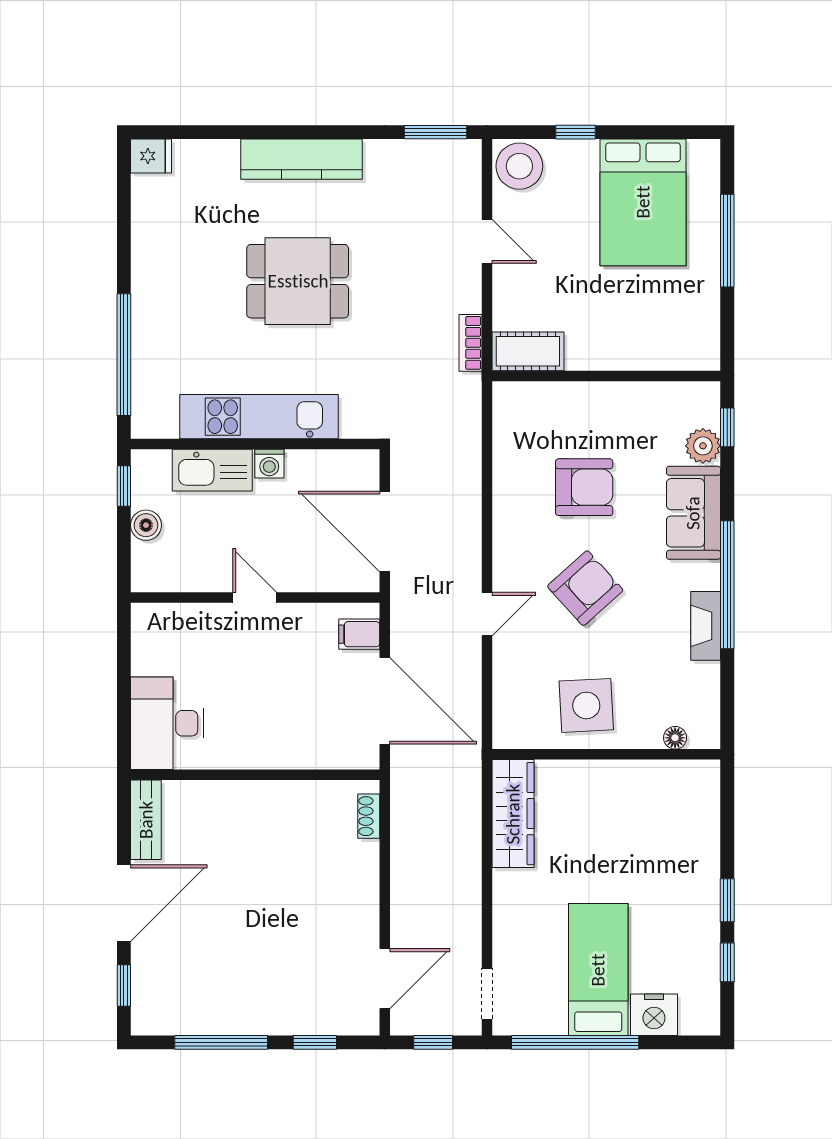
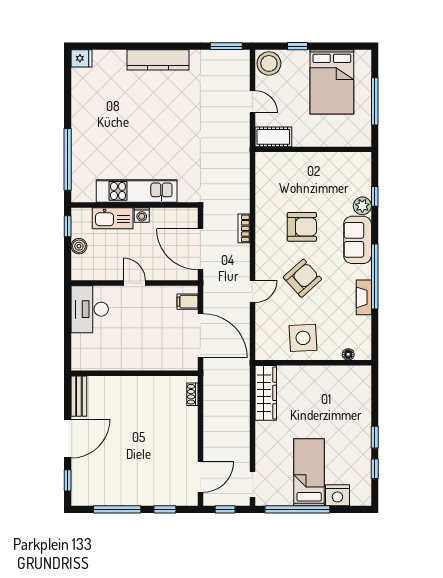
dining table: (298, 281) -> (156, 122), removed
bookcase: (470, 343) -> (244, 228), moved
cot: (528, 351) -> (273, 137), moved
wall: (606, 376) -> (313, 149), moved
desk: (167, 723) -> (90, 309), moved

